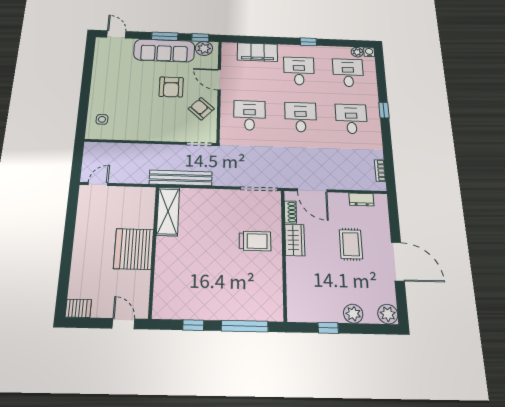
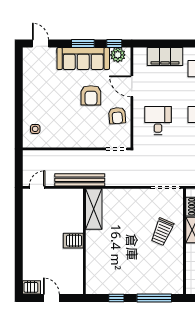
armchair: (201, 109) -> (117, 116), turned -138
bench: (181, 178) -> (80, 180), moved
trolley: (255, 241) -> (162, 232), turned 113
server rack: (134, 249) -> (73, 241), width x0.46, depth x0.70
door: (123, 324) -> (51, 298), moved

